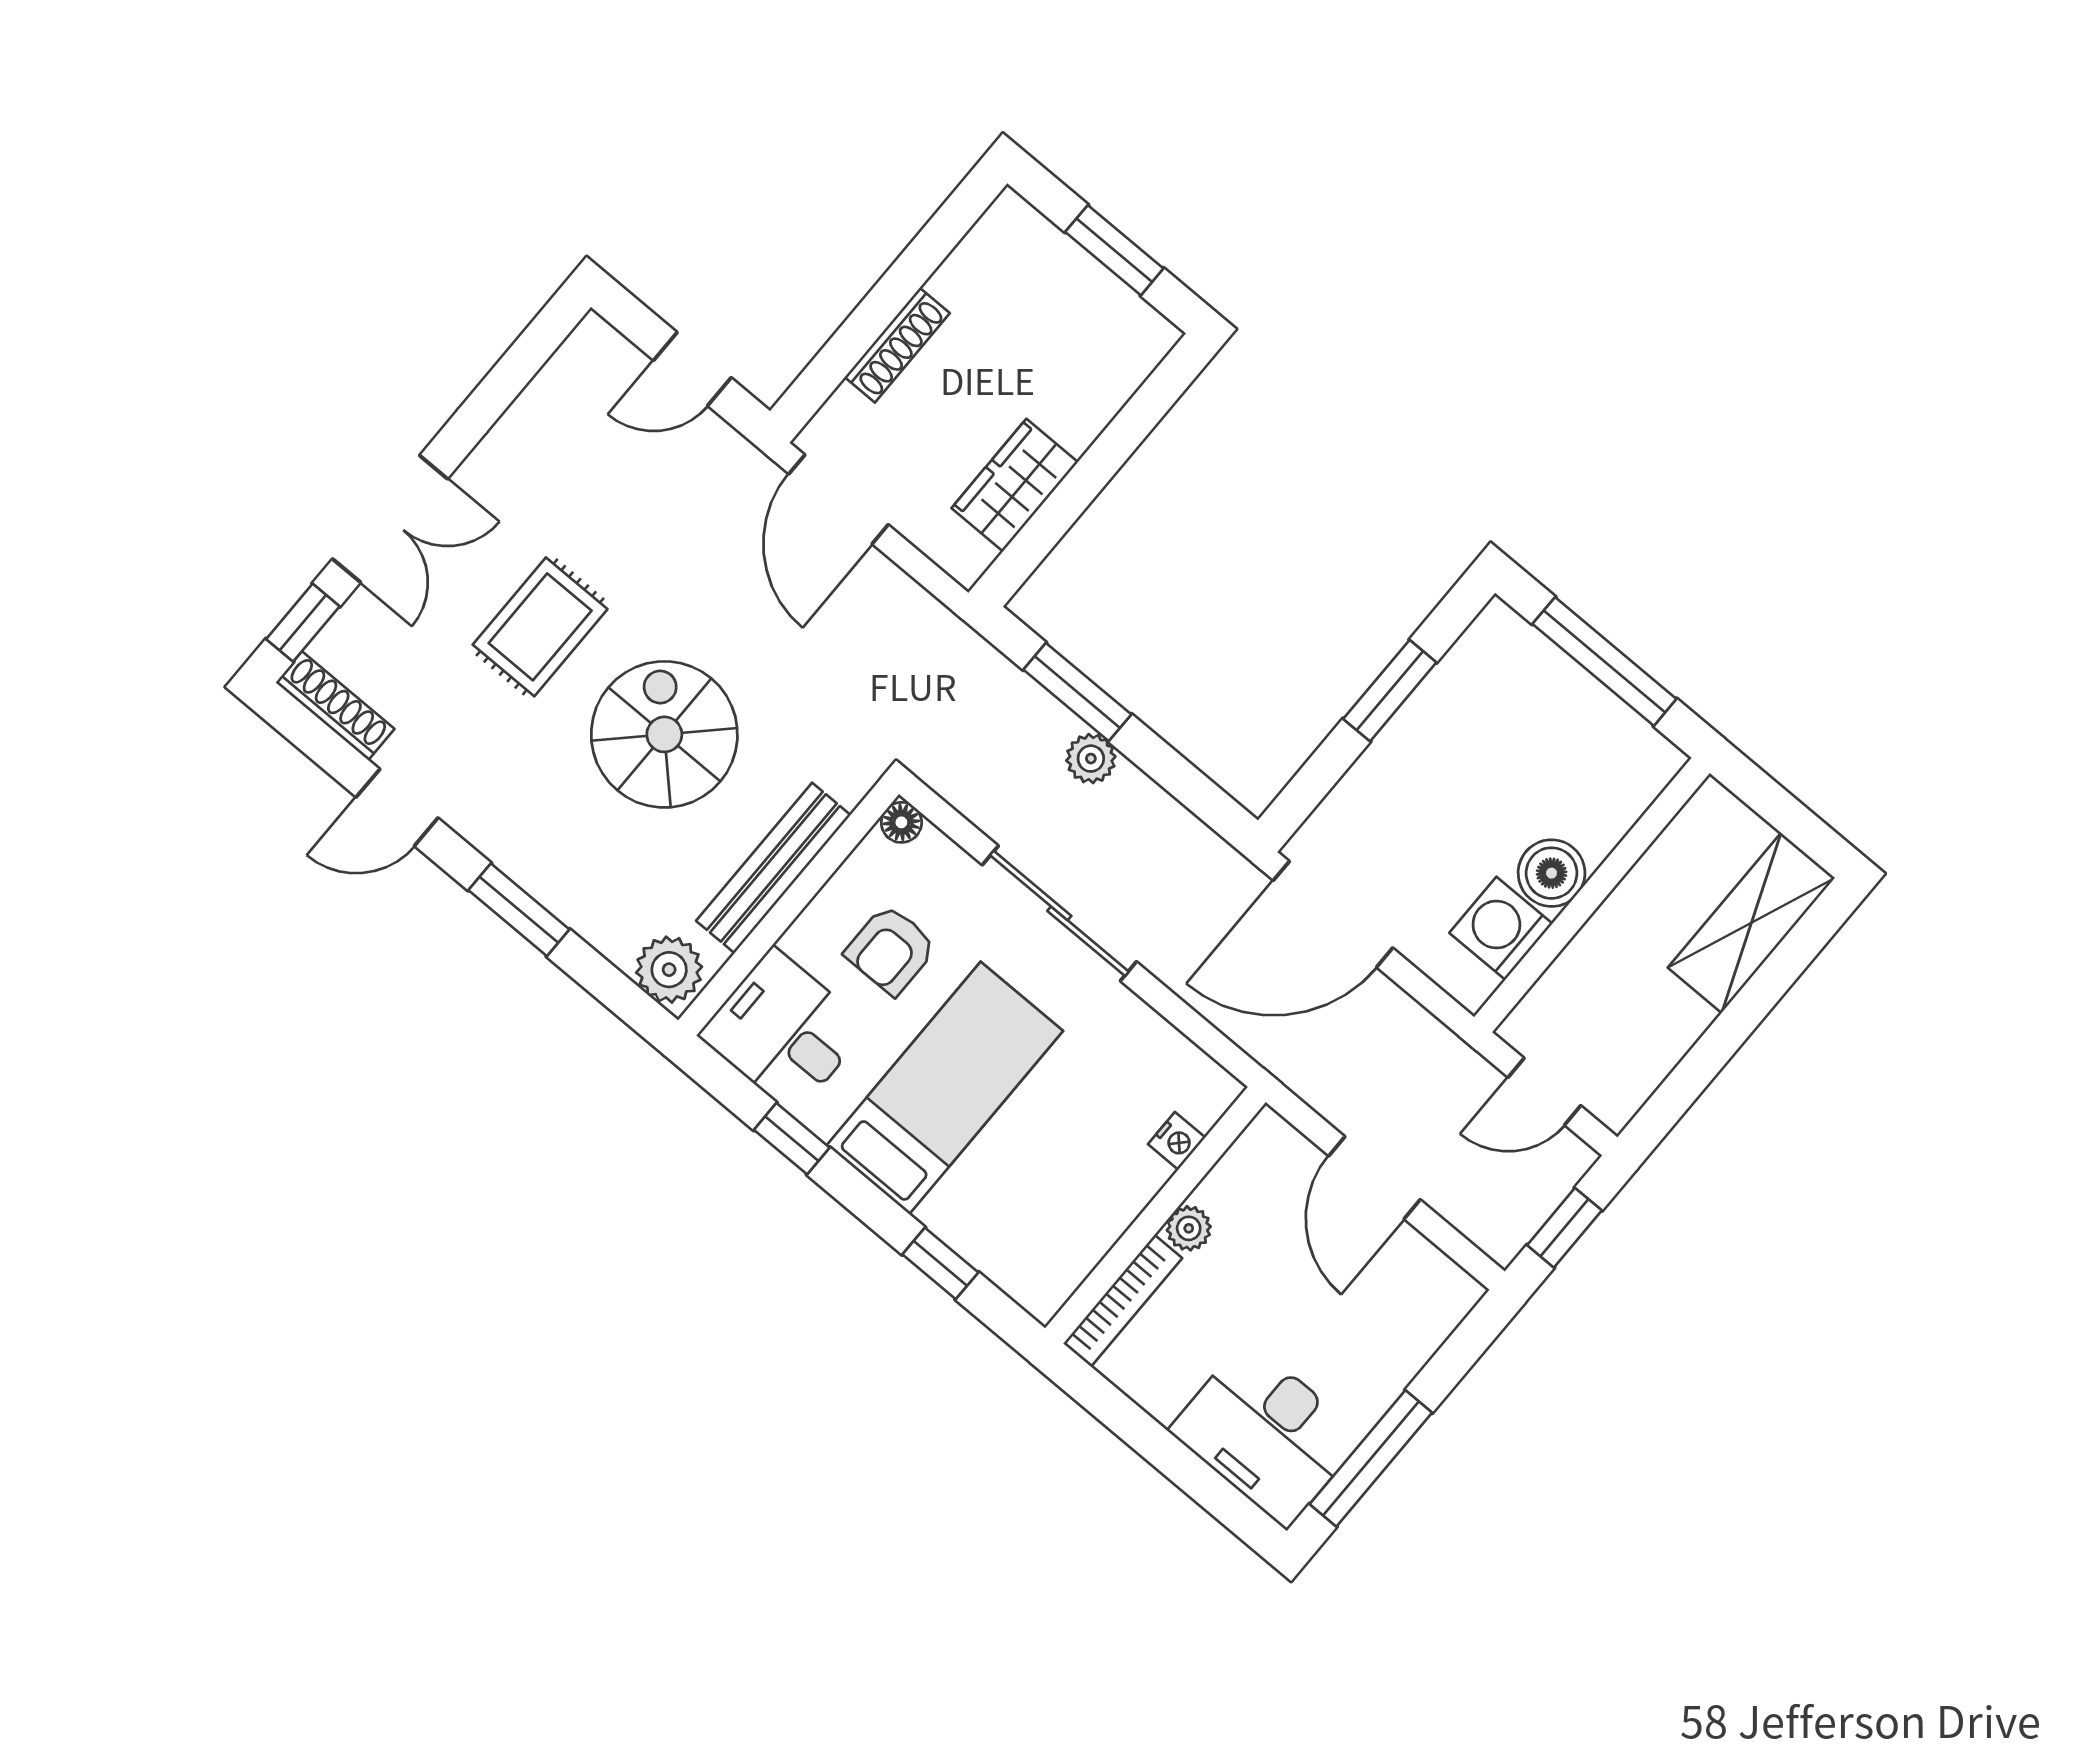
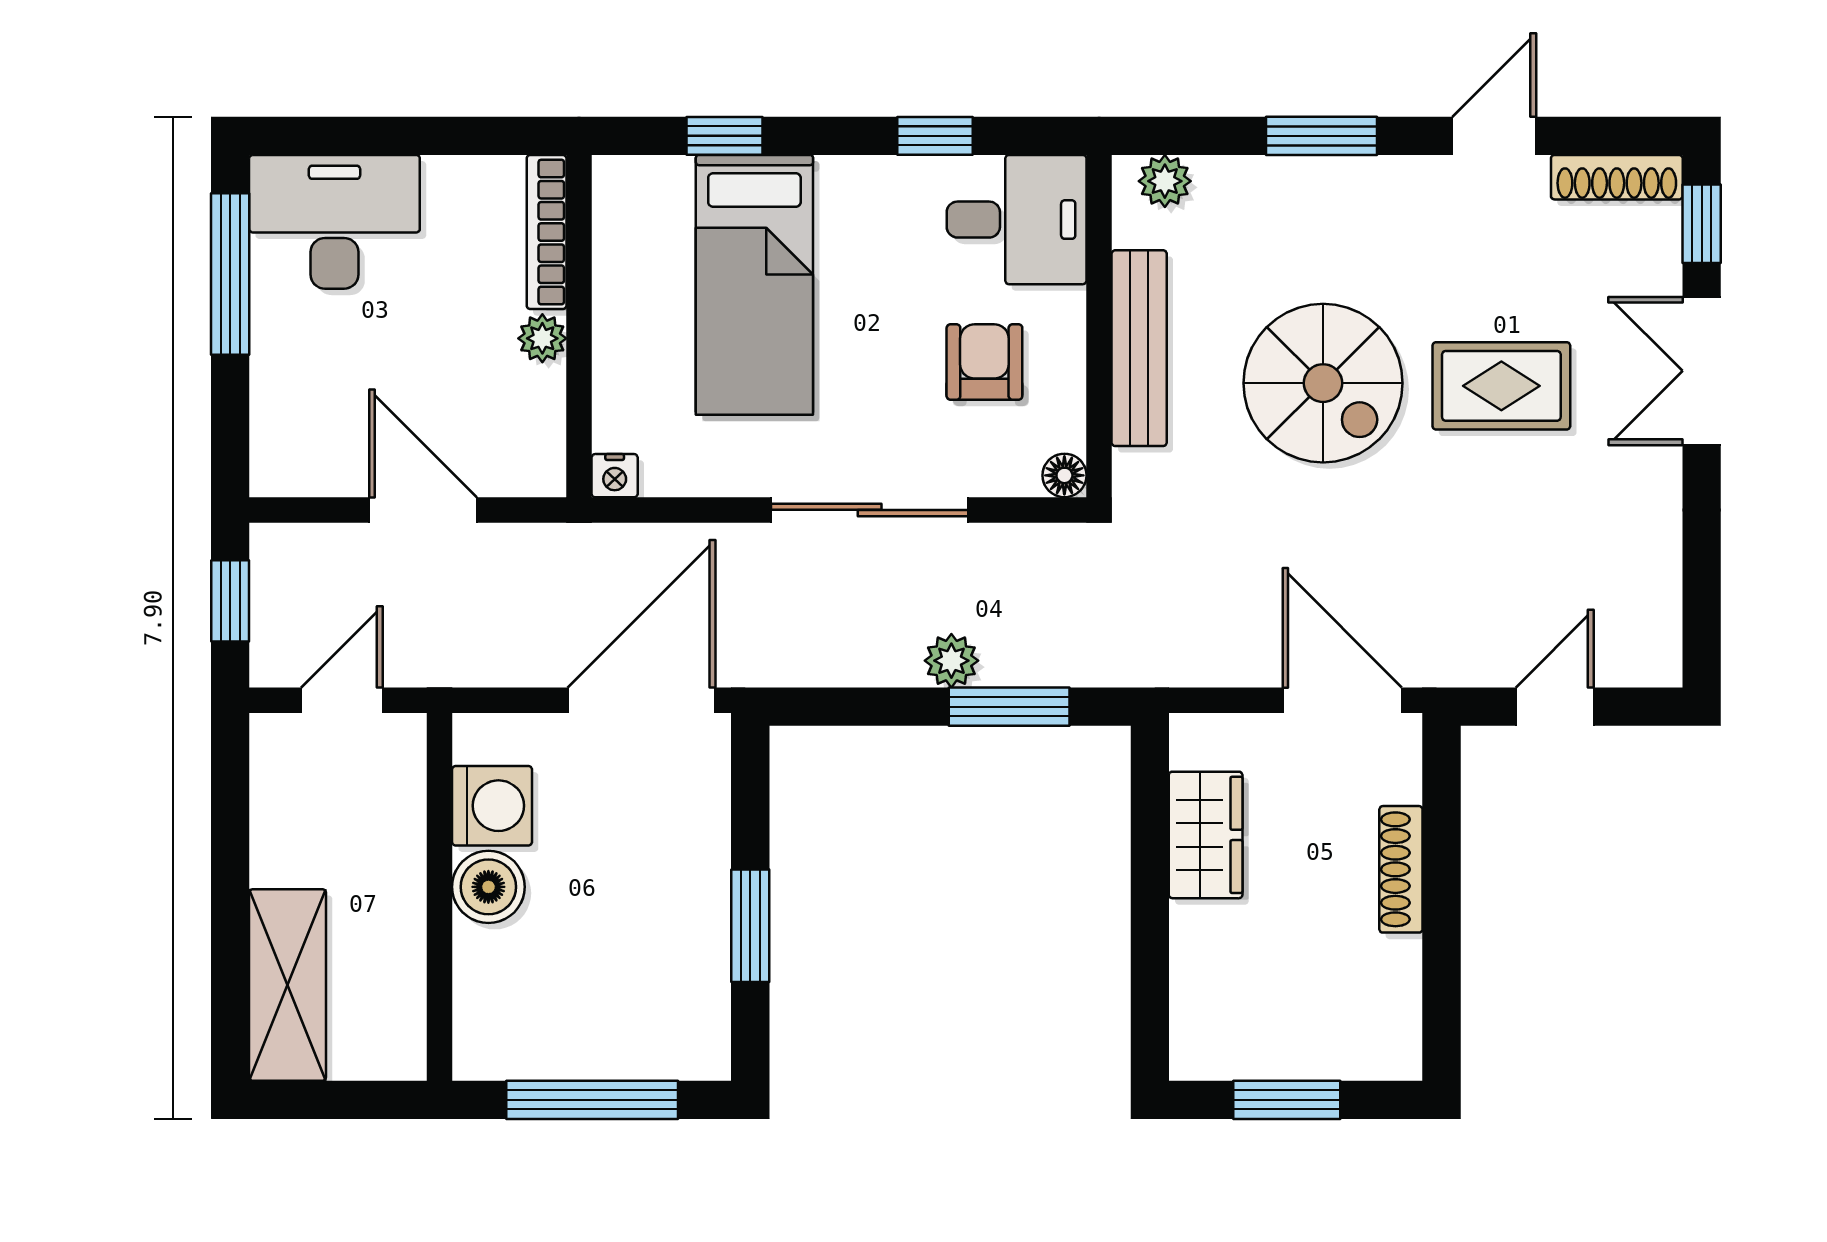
rug: (540, 627) -> (1501, 386), turned 90
plant: (669, 970) -> (1165, 181), width x0.73, depth x0.73
bed: (945, 1088) -> (754, 285), moved
nightstand: (1177, 1141) -> (615, 476), moved, turned -90

